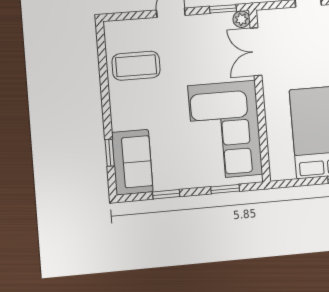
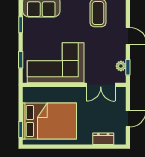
plant: (241, 19) -> (121, 66), moved
double door: (256, 52) -> (101, 85), swing flipped

